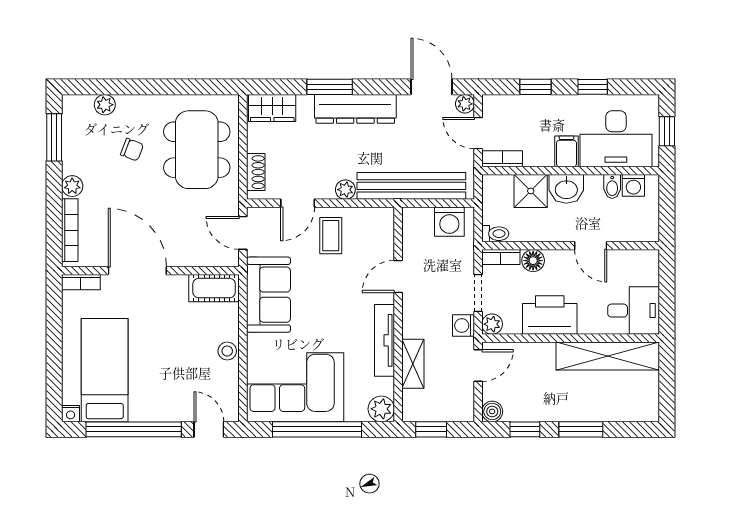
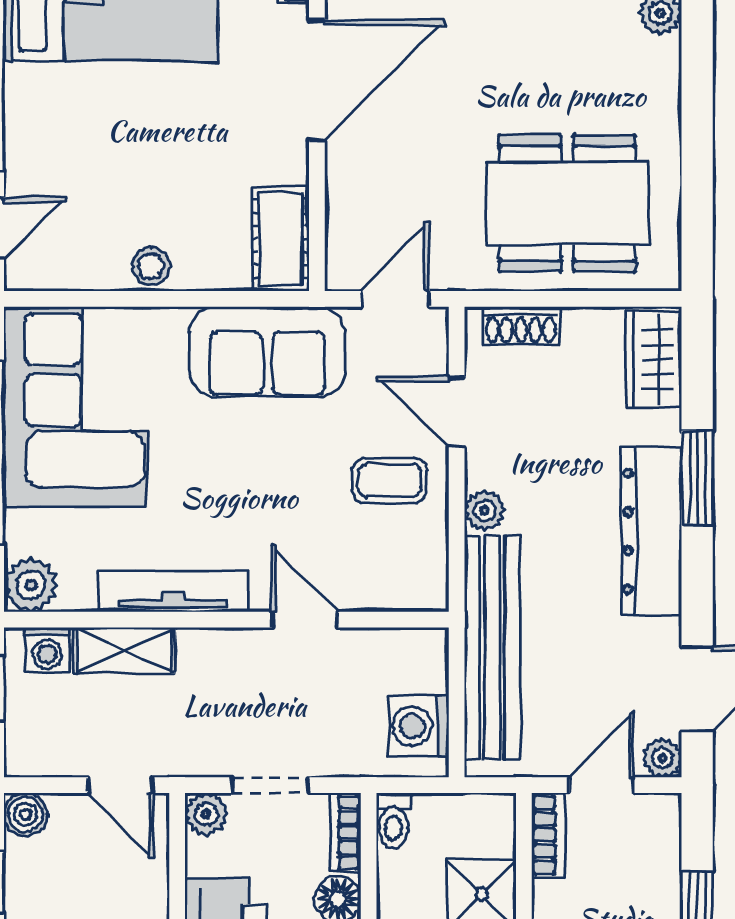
chair: (132, 150) -> (567, 69), removed
washing machine: (463, 326) -> (47, 650), moved, turned 180

